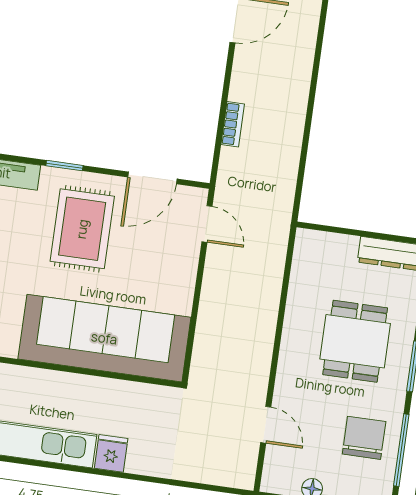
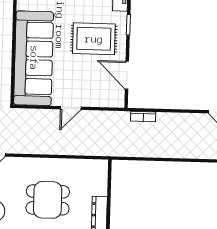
bookcase: (233, 124) -> (143, 117), moved
door: (207, 224) -> (71, 108), moved

